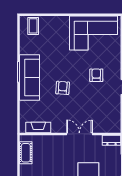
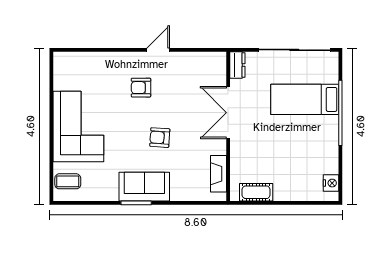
corner sofa: (94, 33) -> (78, 127), moved
sofa: (30, 77) -> (144, 187), width x0.73
double door: (79, 134) -> (228, 113), width x1.37

